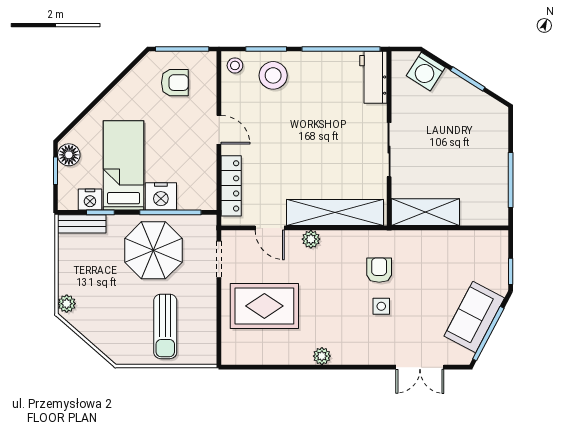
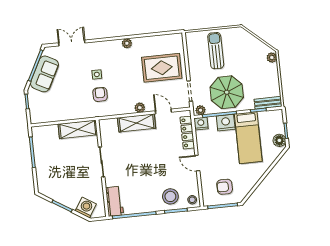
nightstand: (90, 200) -> (201, 123), moved
shelving: (335, 213) -> (137, 123), width x0.68
plant: (203, 223) -> (200, 110), added
armchair: (379, 270) -> (100, 94), turned 180

